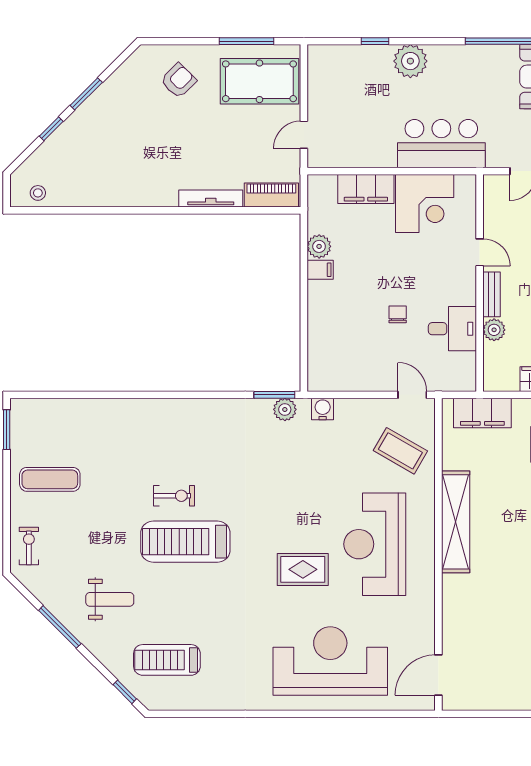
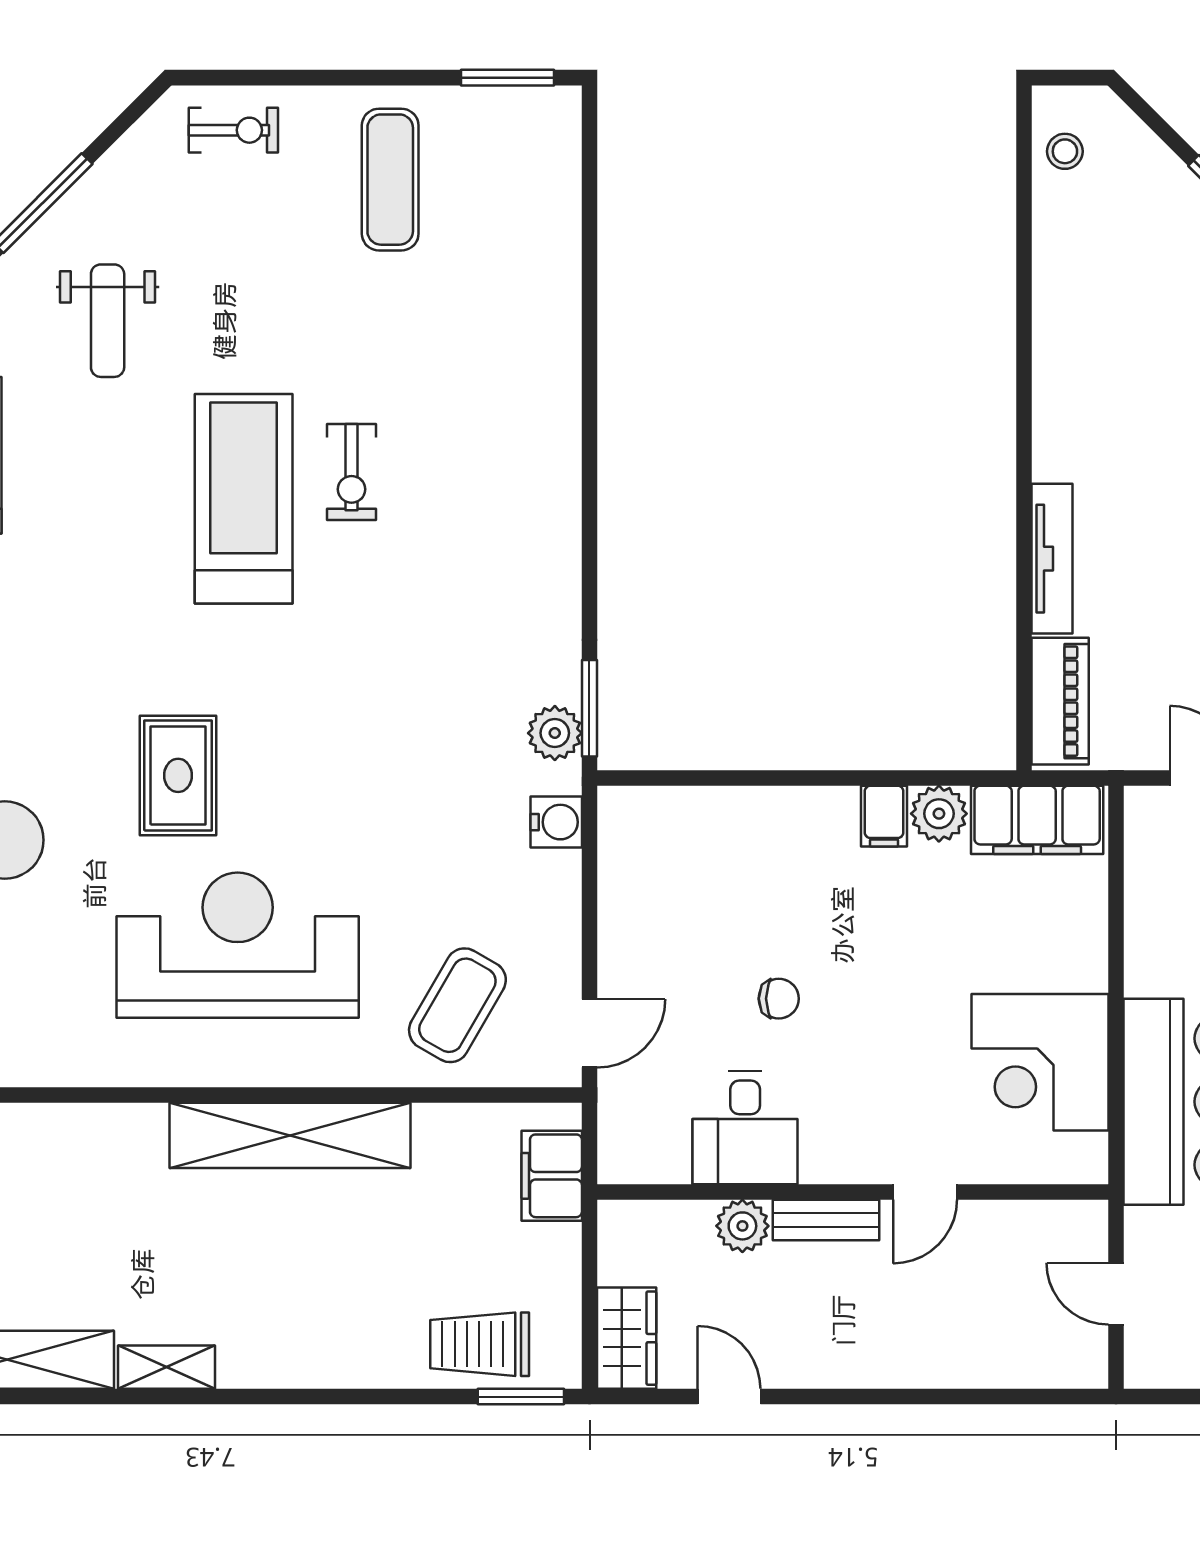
filing cabinet: (366, 189) -> (1037, 820), moved, turned -90
filing cabinet: (482, 413) -> (552, 1176), width x0.67, depth x0.86

